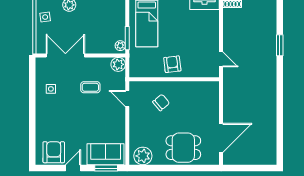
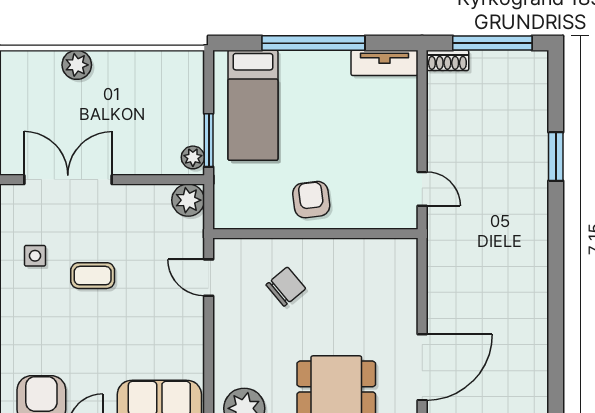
side table: (45, 17) -> (22, 92), removed
coffee table: (90, 87) -> (93, 276), moved

